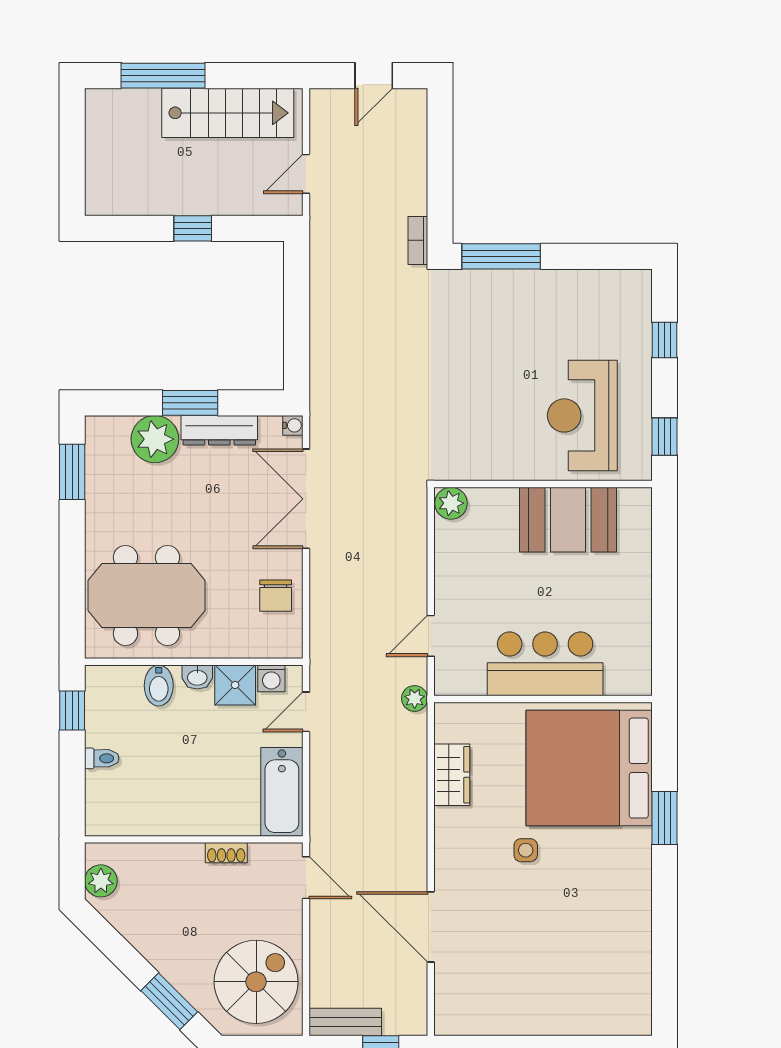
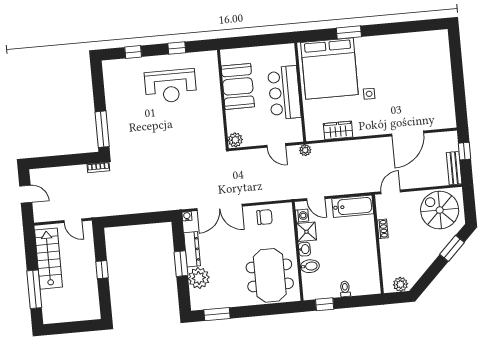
wall: (543, 484) -> (223, 99), moved
plant: (451, 503) -> (235, 140), moved
booth: (568, 520) -> (238, 86), moved

